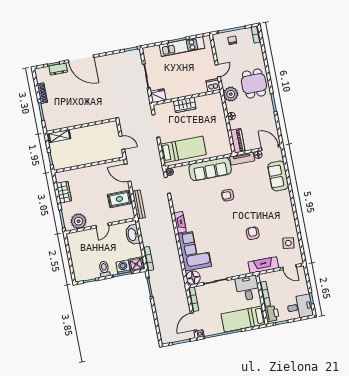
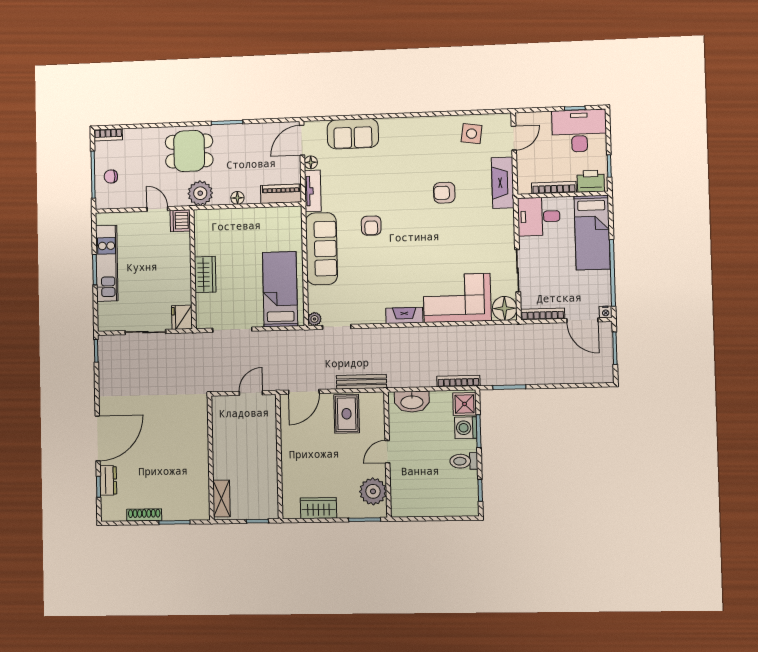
door: (102, 225) -> (387, 452), swing flipped
desk: (300, 307) -> (579, 131), width x1.37

